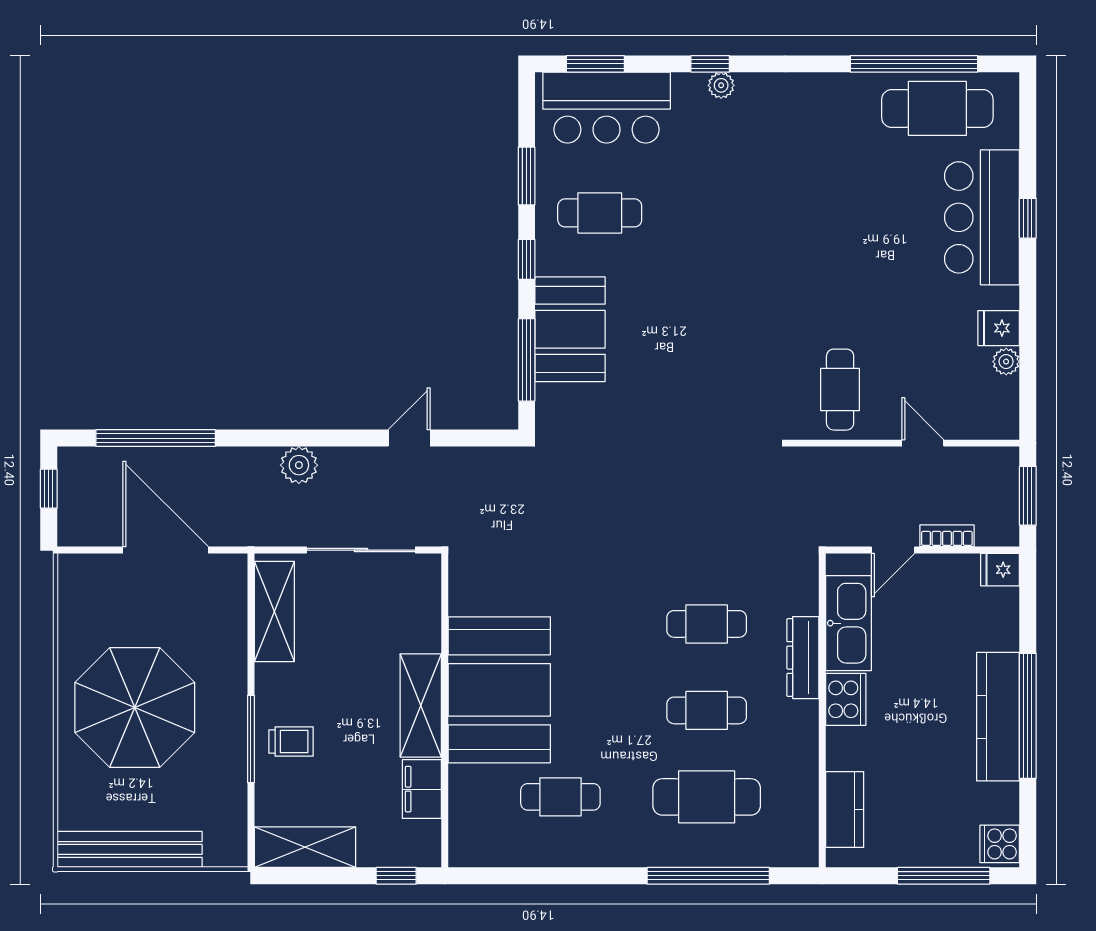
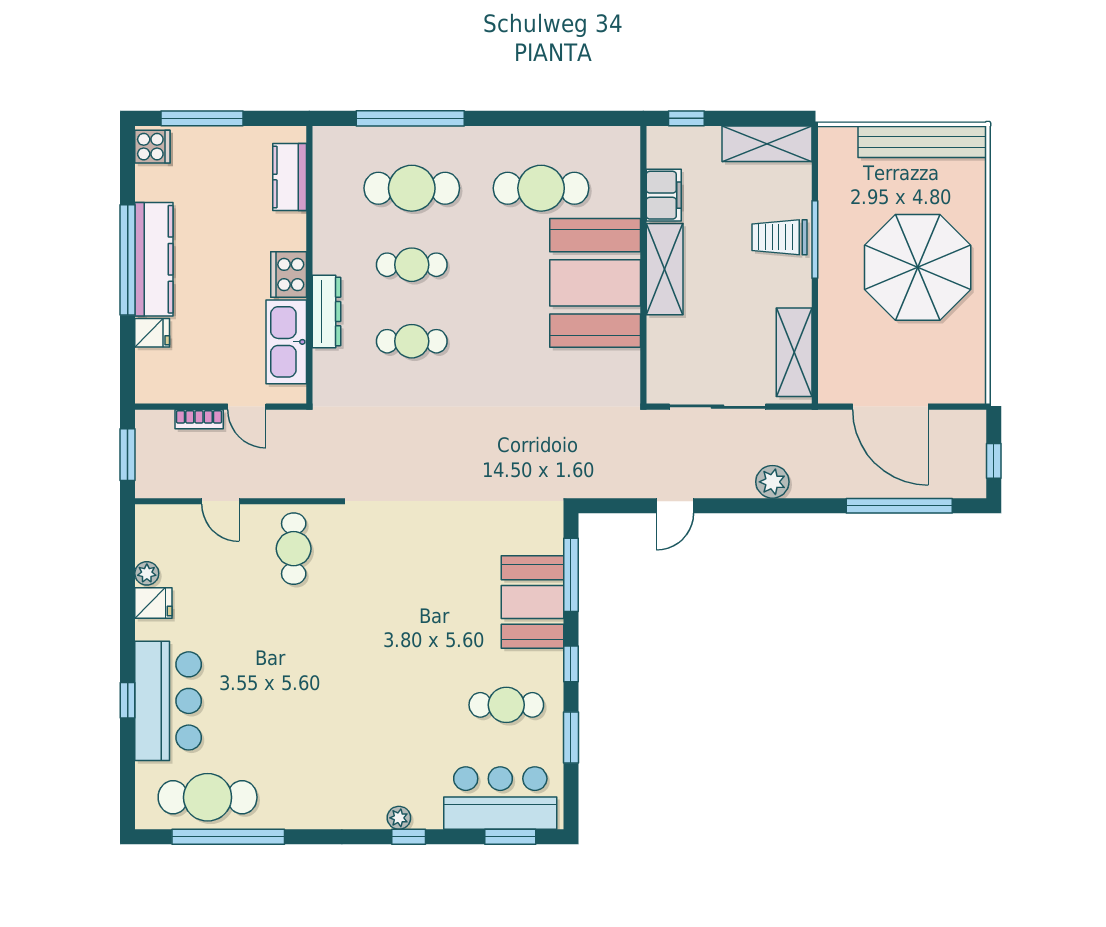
door: (893, 550) -> (247, 407), swing flipped
fridge: (1000, 570) -> (152, 333), moved
trolley: (291, 742) -> (779, 237), width x1.36, depth x1.39
cafe table: (560, 797) -> (541, 188), width x1.37, depth x1.35

